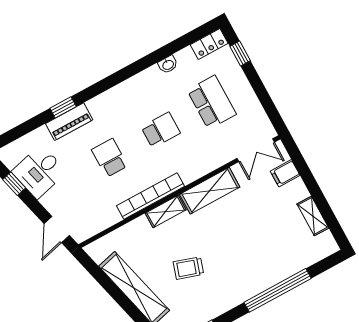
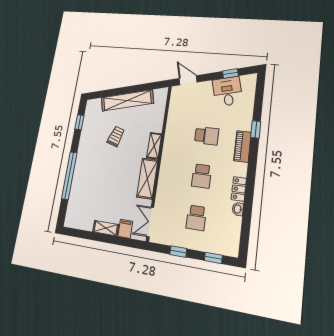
locker: (209, 44) -> (239, 189), moved
window: (263, 95) -> (178, 252), added
school desk: (212, 102) -> (196, 218), width x0.54
piano: (69, 122) -> (242, 146), moved
bookcase: (150, 196) -> (169, 143), removed
shelving: (313, 216) -> (106, 228), moved

